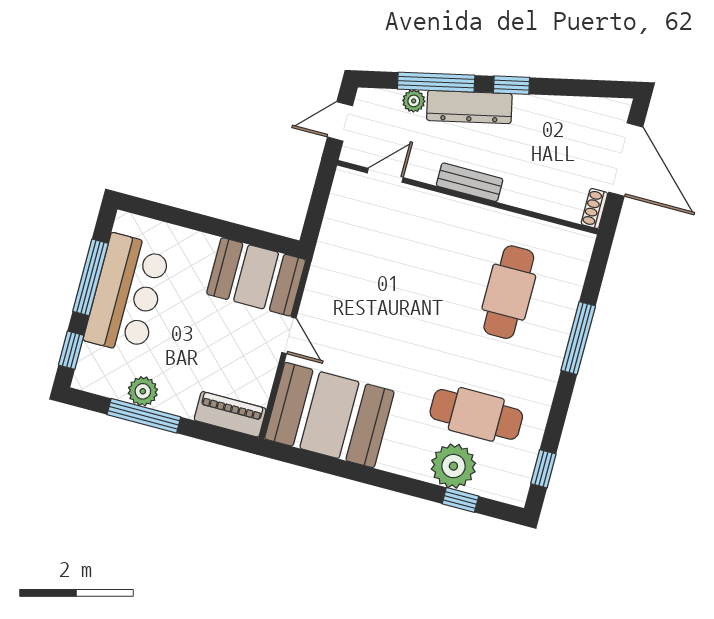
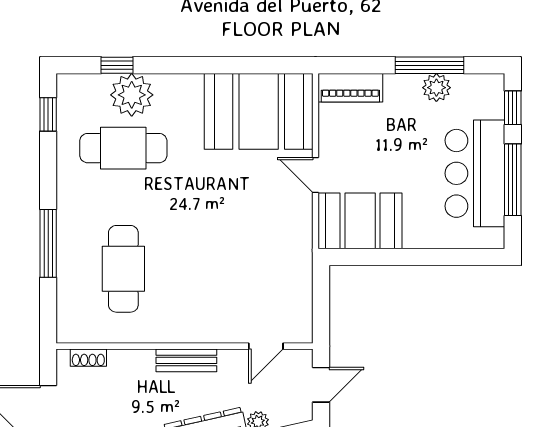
shoe rack: (594, 208) -> (88, 358), moved, turned 90

